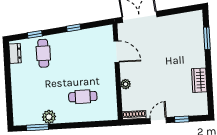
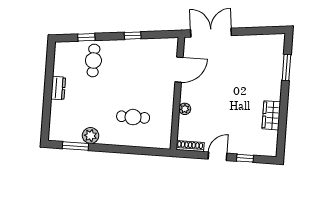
door: (116, 52) -> (179, 70), hinge flipped
dresser: (15, 53) -> (58, 88), moved

